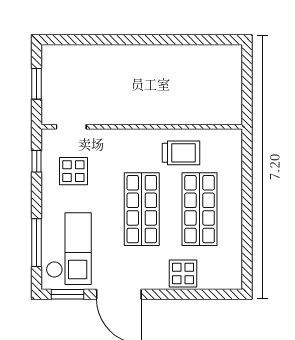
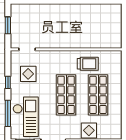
window: (37, 161) -> (8, 82), moved

